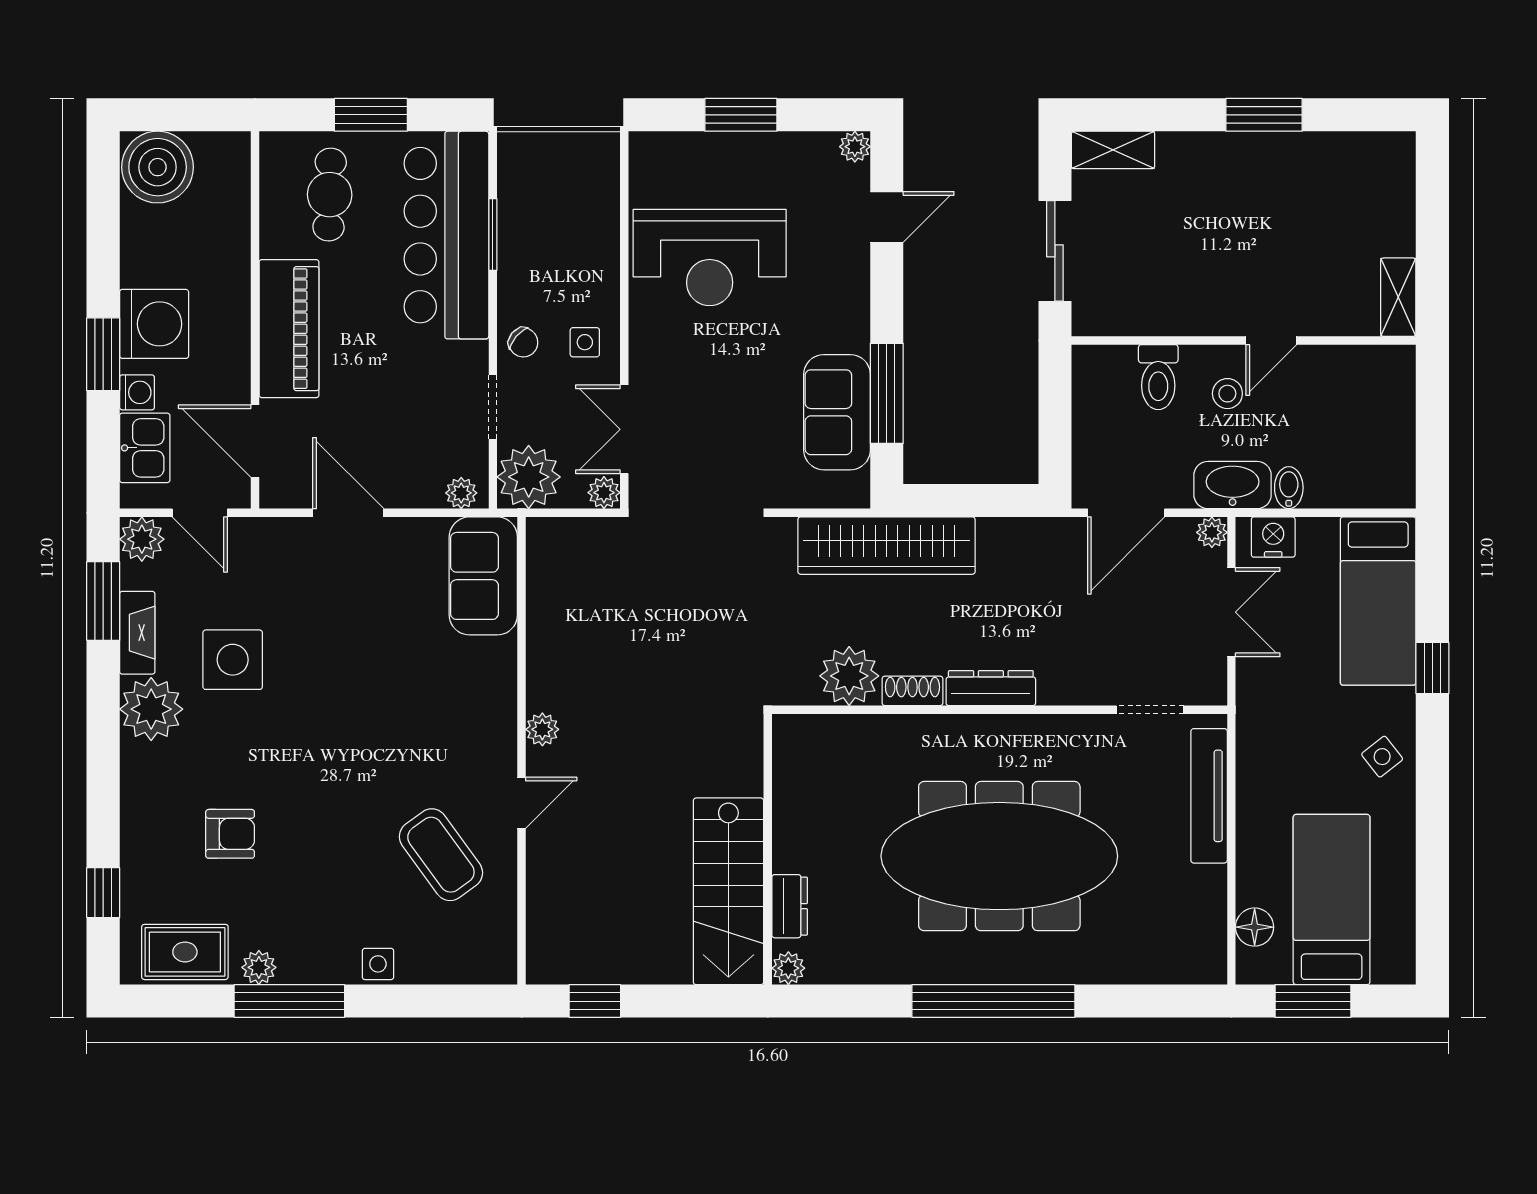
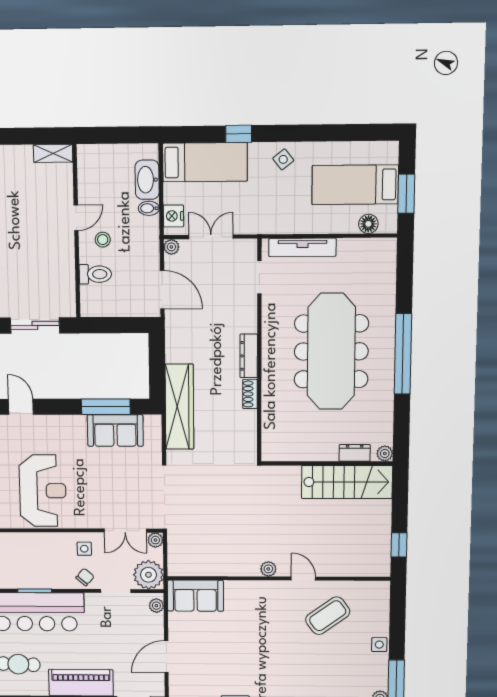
door: (1271, 340) -> (76, 218), hinge flipped
washbasin: (1233, 485) -> (147, 180), moved
plant: (849, 676) -> (243, 424), removed

